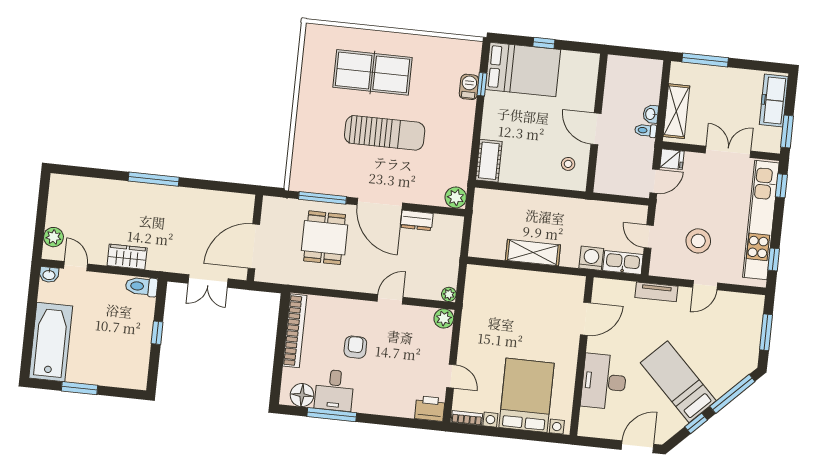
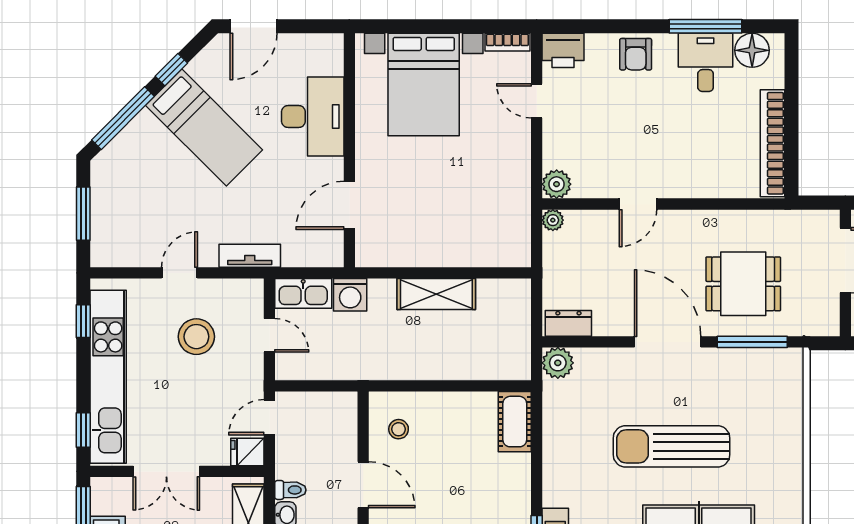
dresser: (417, 220) -> (568, 323), moved
dining table: (325, 238) -> (743, 284), turned 90
armchair: (355, 347) -> (636, 54), moved

